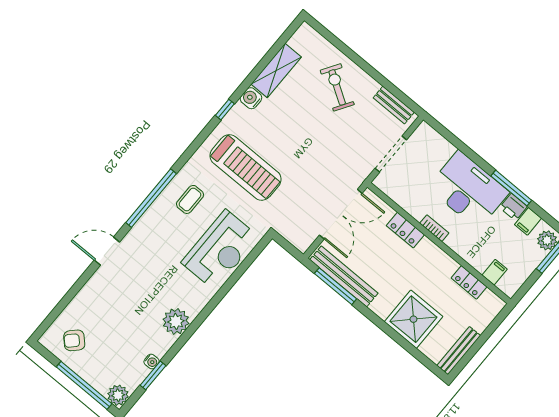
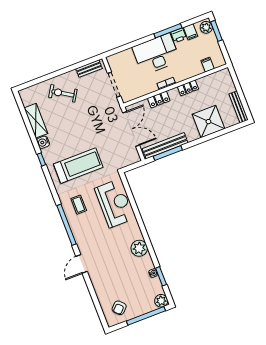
locker: (469, 282) -> (188, 88), moved

